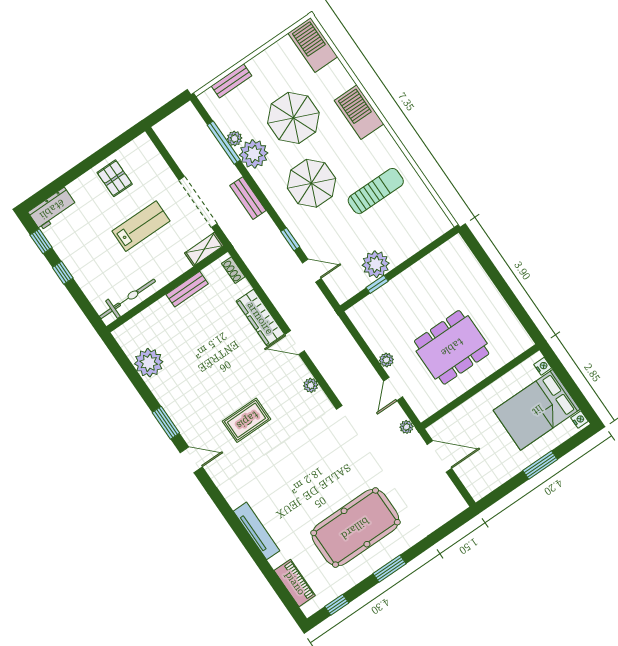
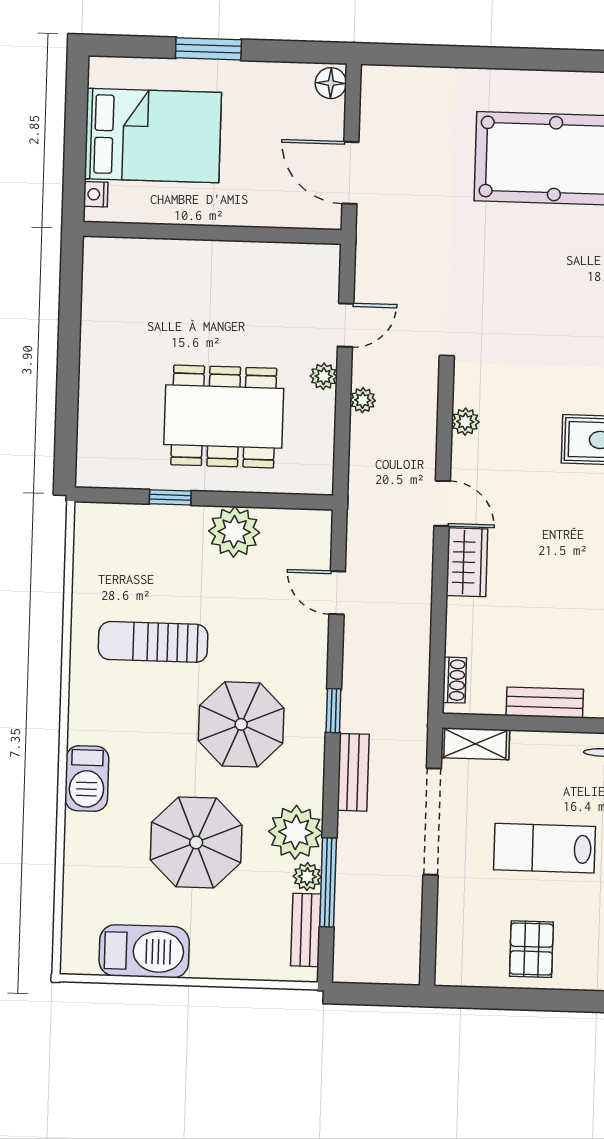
barbecue: (313, 45) -> (144, 951), moved, turned -90
bench: (232, 81) -> (306, 930), moved, turned 90
barbecue: (359, 112) -> (87, 779), width x0.73, depth x0.83
window: (290, 239) -> (333, 711), moved
window: (377, 284) -> (170, 497), moved
wardrobe: (260, 318) -> (467, 562), width x0.67
dining table: (452, 347) -> (224, 416), moved
nightstand: (580, 420) -> (99, 74), removed
plant: (406, 427) -> (363, 400), moved
floor lamp: (476, 489) -> (331, 83), added
window: (389, 569) -> (549, 60), removed

